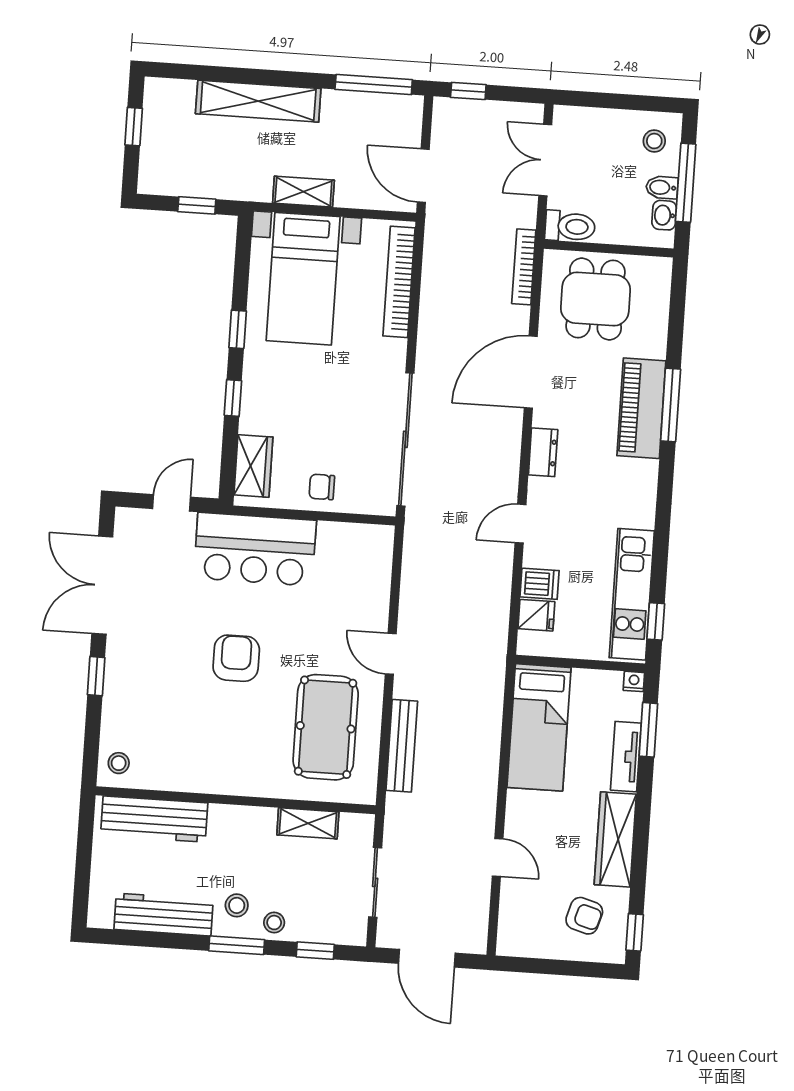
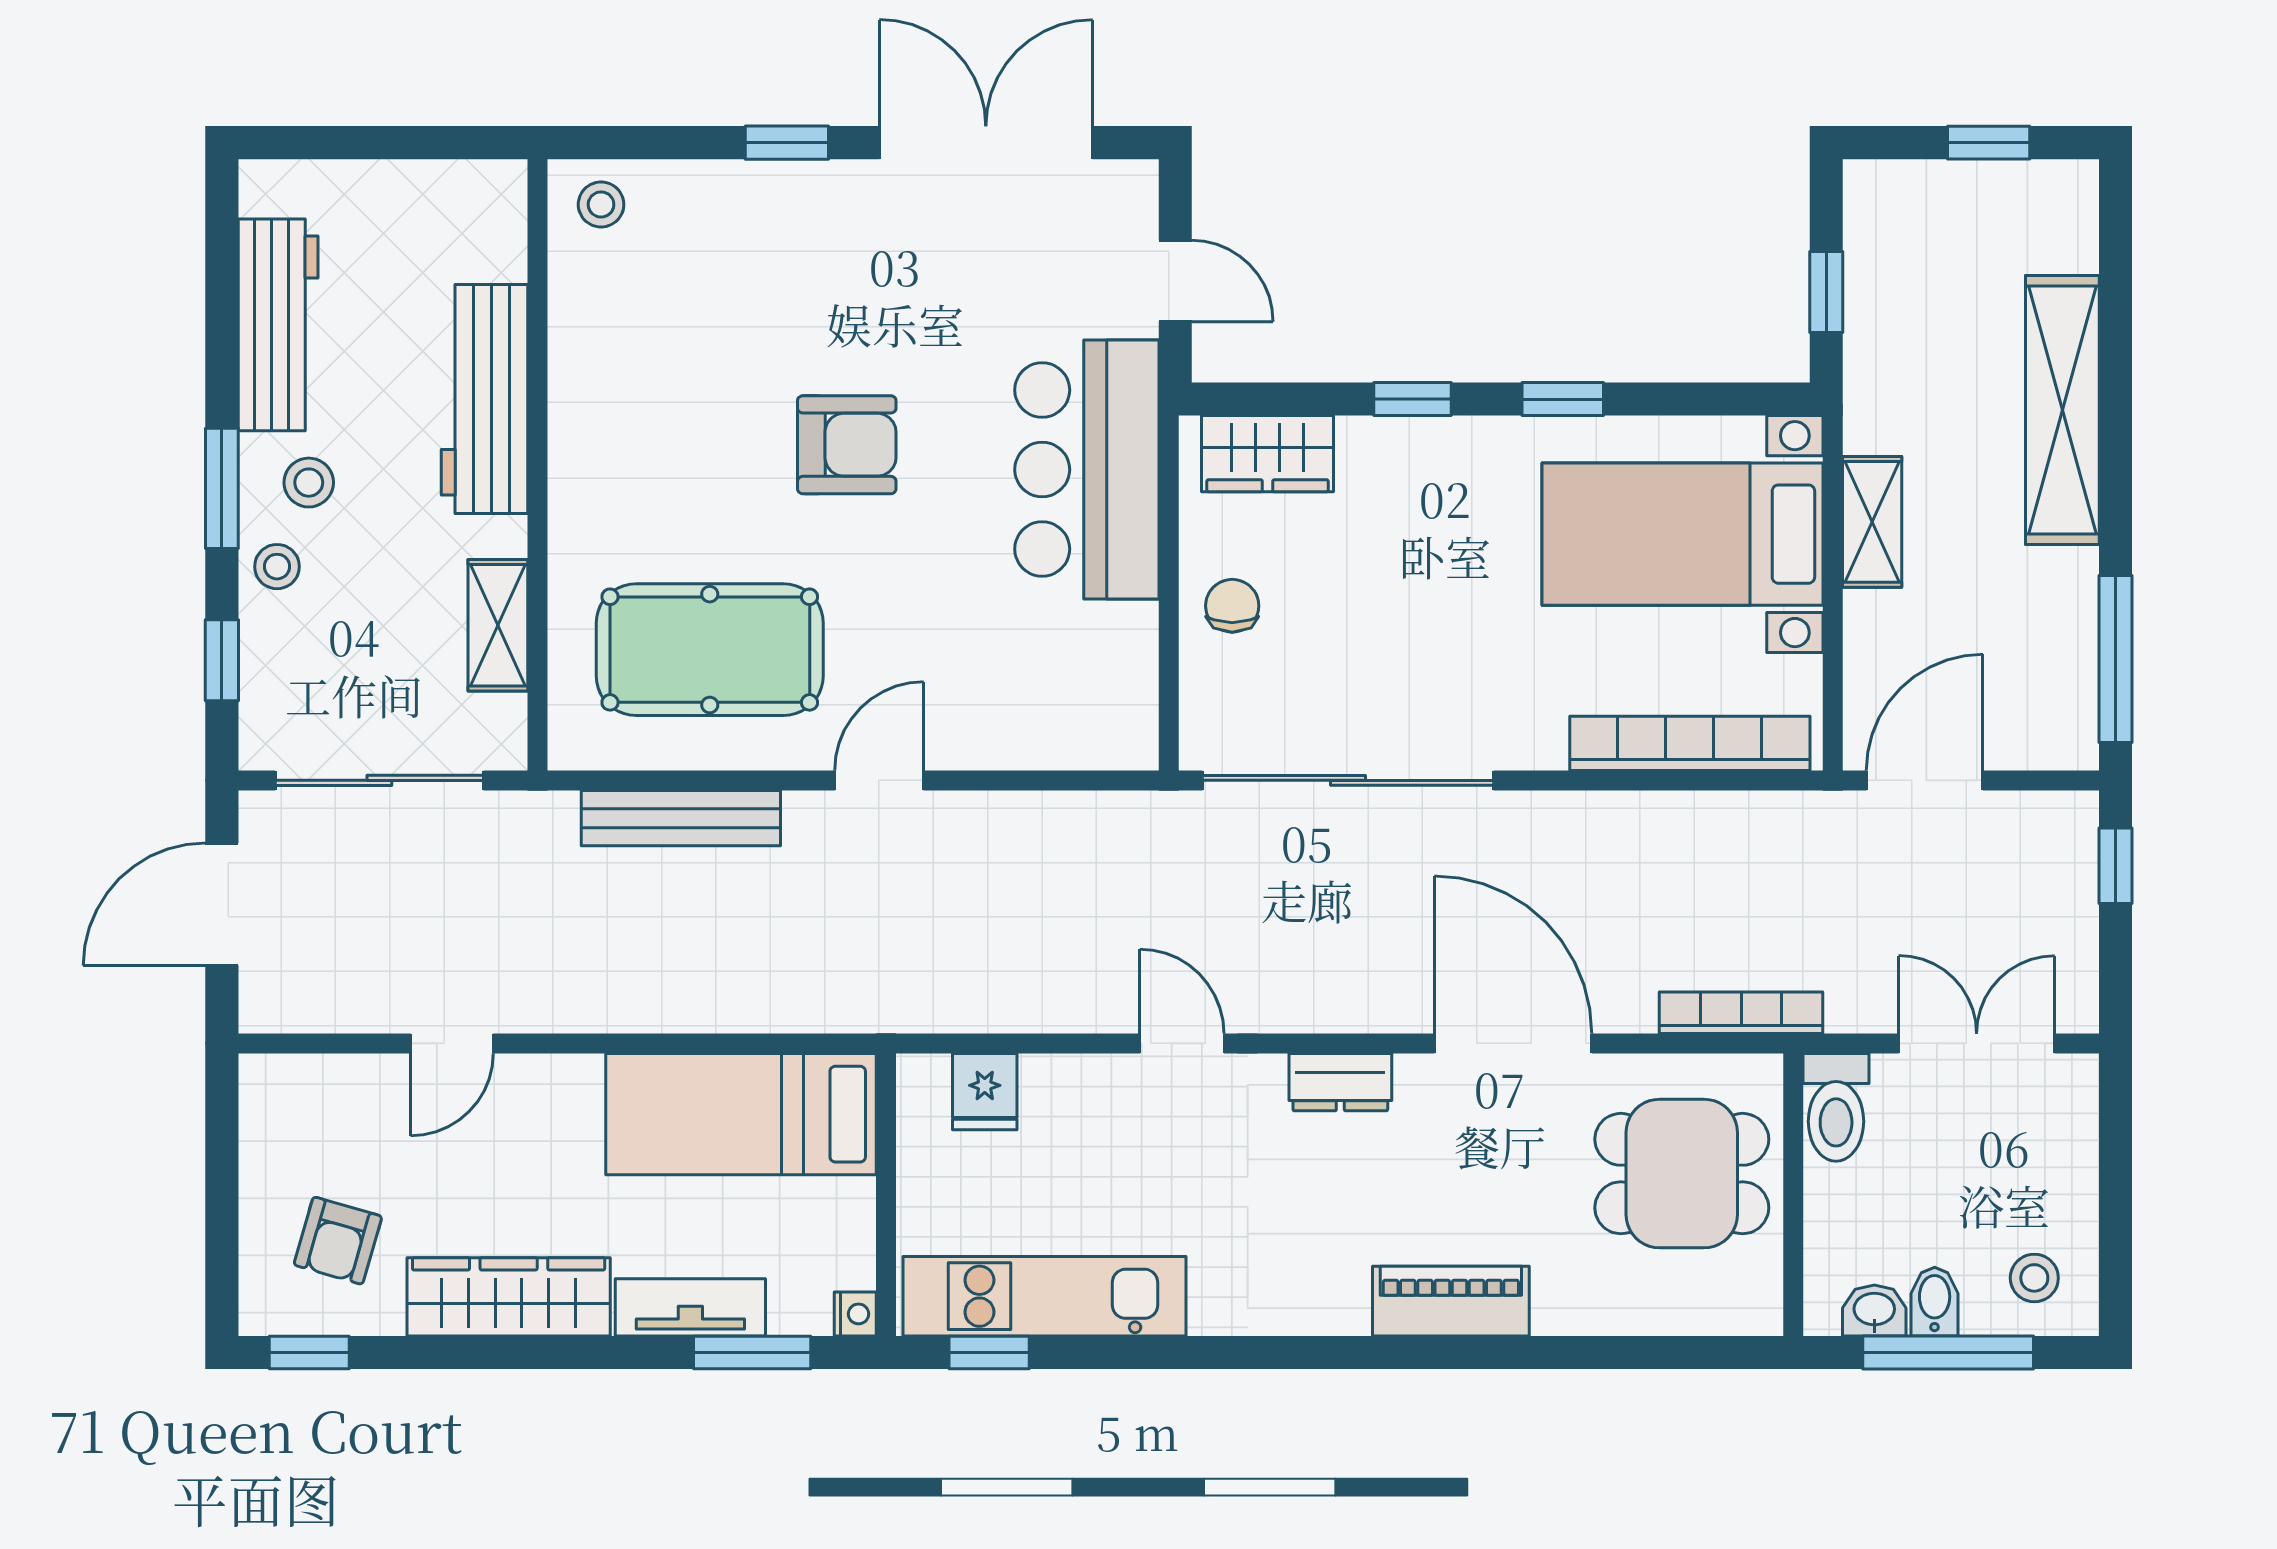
window: (671, 405) -> (1462, 1352), removed
piano: (641, 408) -> (1451, 1301), width x0.73, depth x0.75
dishwasher: (540, 584) -> (1054, 1094), removed
workbench: (154, 819) -> (485, 399), moved
sliding door: (375, 882) -> (379, 780), width x1.37

